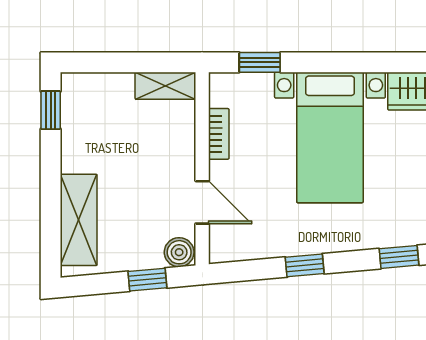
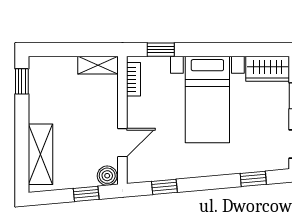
bookcase: (219, 134) -> (133, 79), moved
door: (202, 202) -> (122, 143), hinge flipped
window: (305, 265) -> (164, 187), moved

